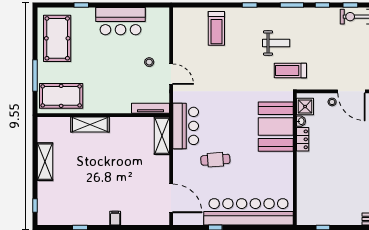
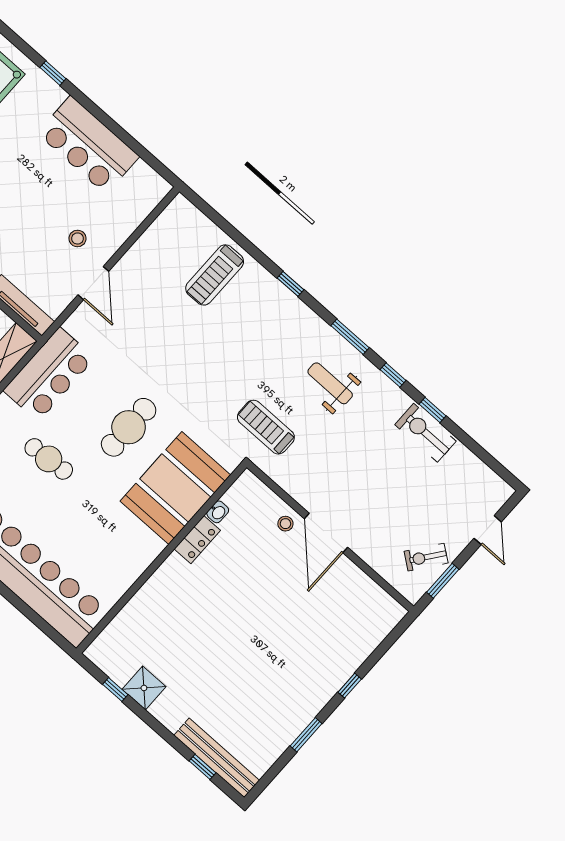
weight bench: (276, 43) -> (330, 383), moved, turned 180
shower: (305, 107) -> (144, 688), moved
cafe table: (236, 119) -> (129, 427), added

